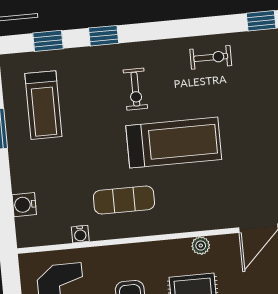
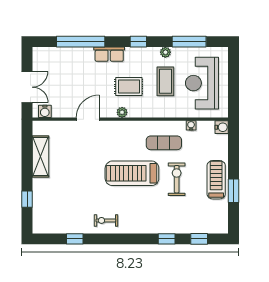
exercise bike: (135, 89) -> (177, 179), moved, width x1.38, depth x1.39
treadmill: (43, 105) -> (216, 180), moved
water cooler: (24, 205) -> (222, 127), moved

